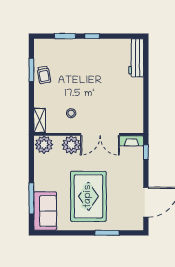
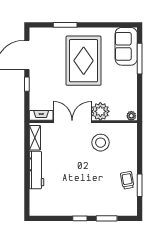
workbench: (136, 58) -> (36, 170), moved
stool: (71, 113) -> (101, 143), width x1.89, depth x1.89
shelving: (40, 121) -> (35, 138), moved
plant: (44, 145) -> (131, 116), width x0.53, depth x0.53
window: (146, 152) -> (27, 84), moved

